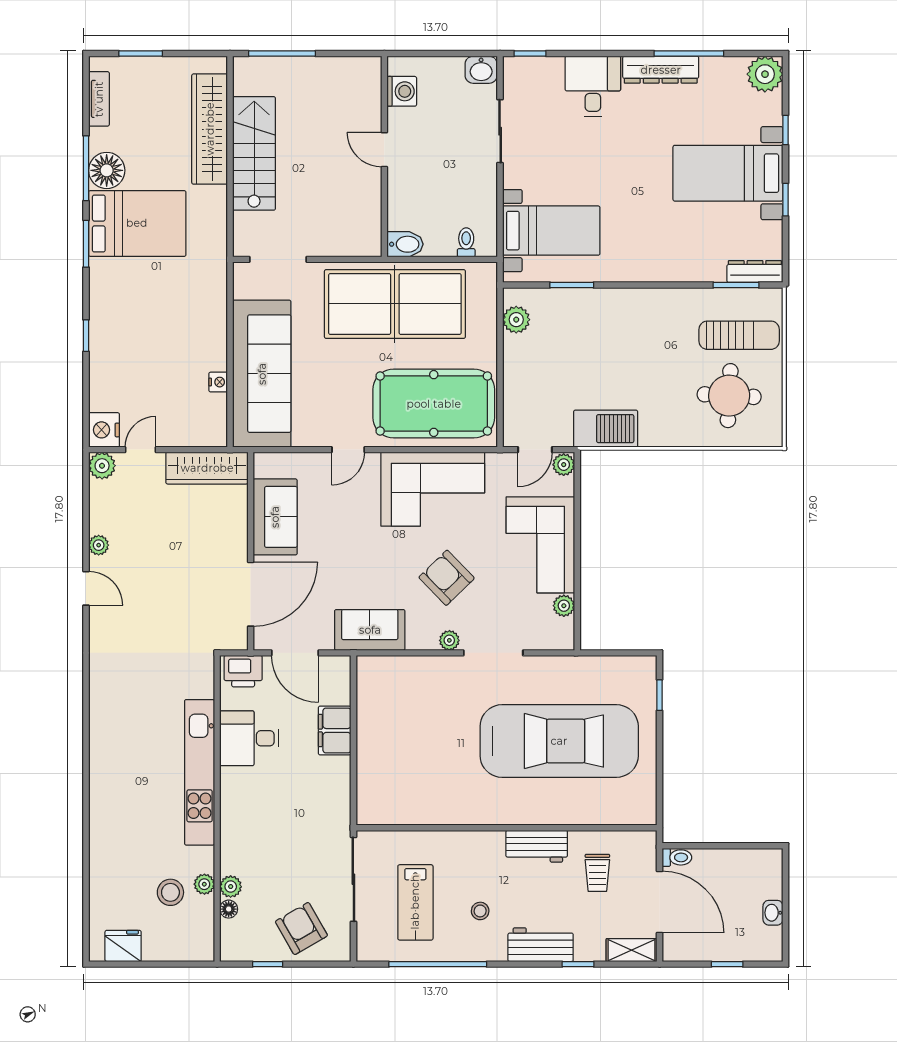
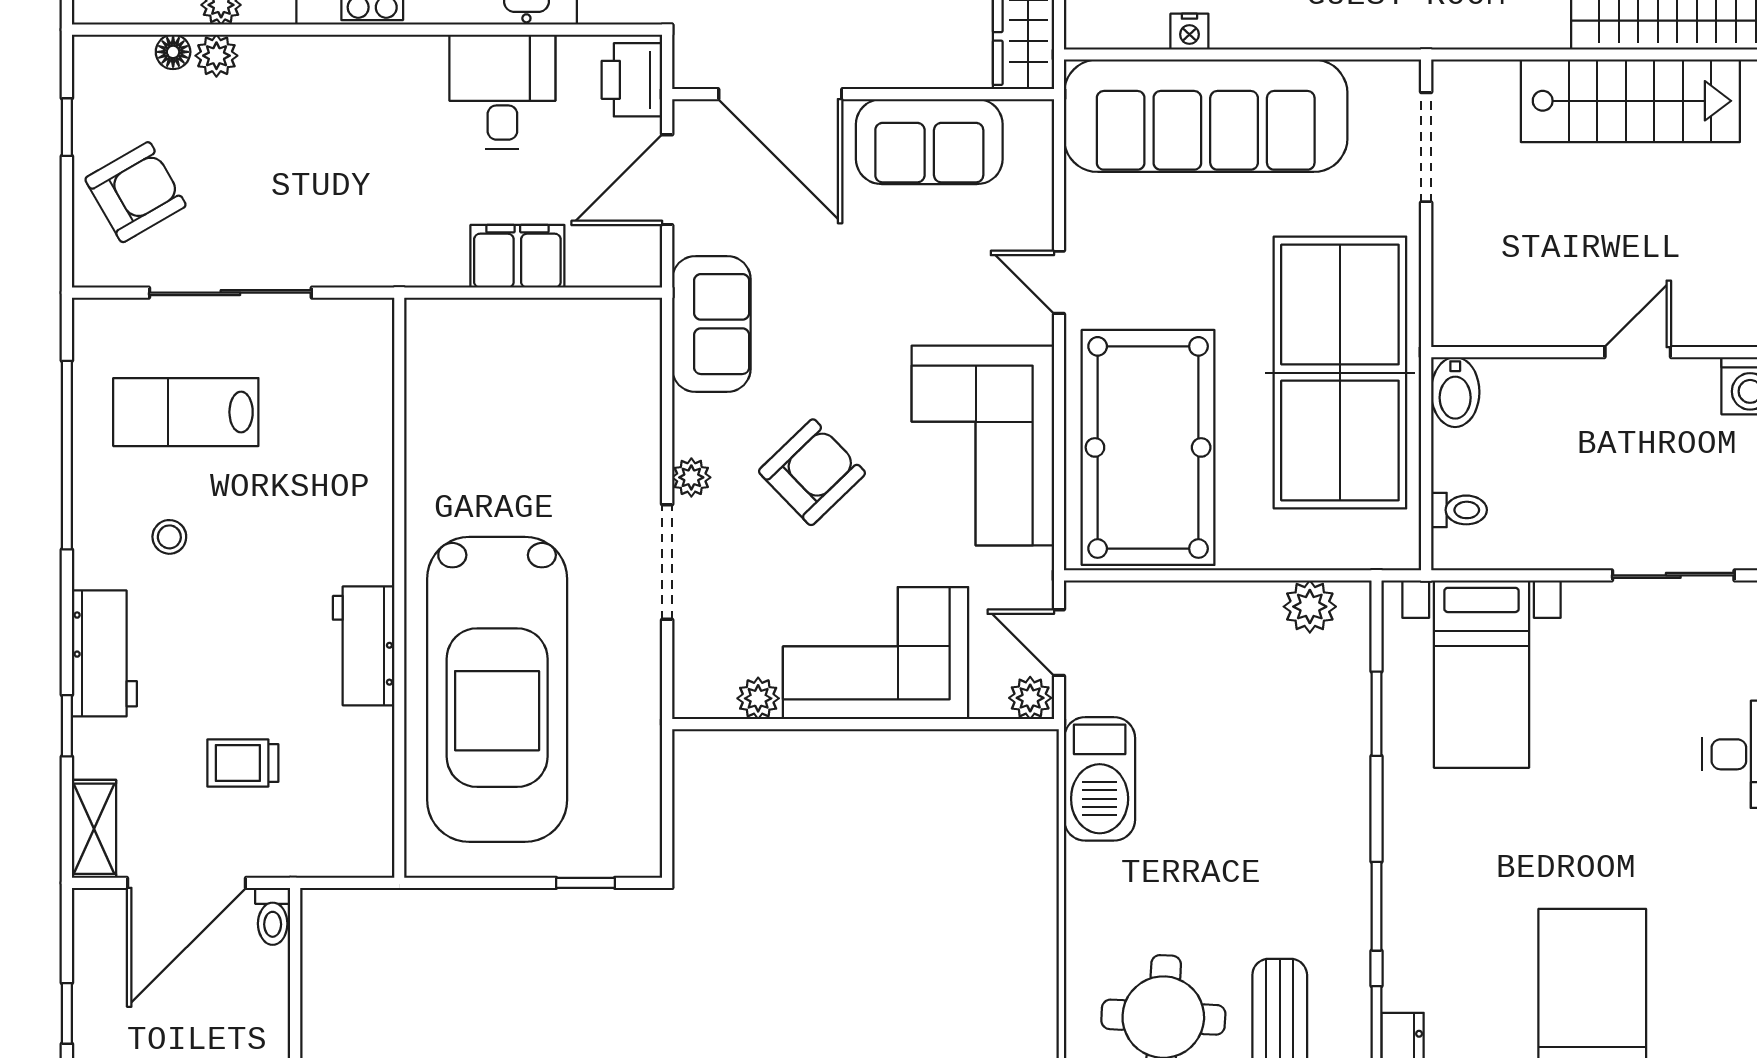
window: (672, 285) -> (1376, 906), added
wall: (506, 828) -> (399, 588), moved
workbench: (537, 846) -> (364, 646), moved

